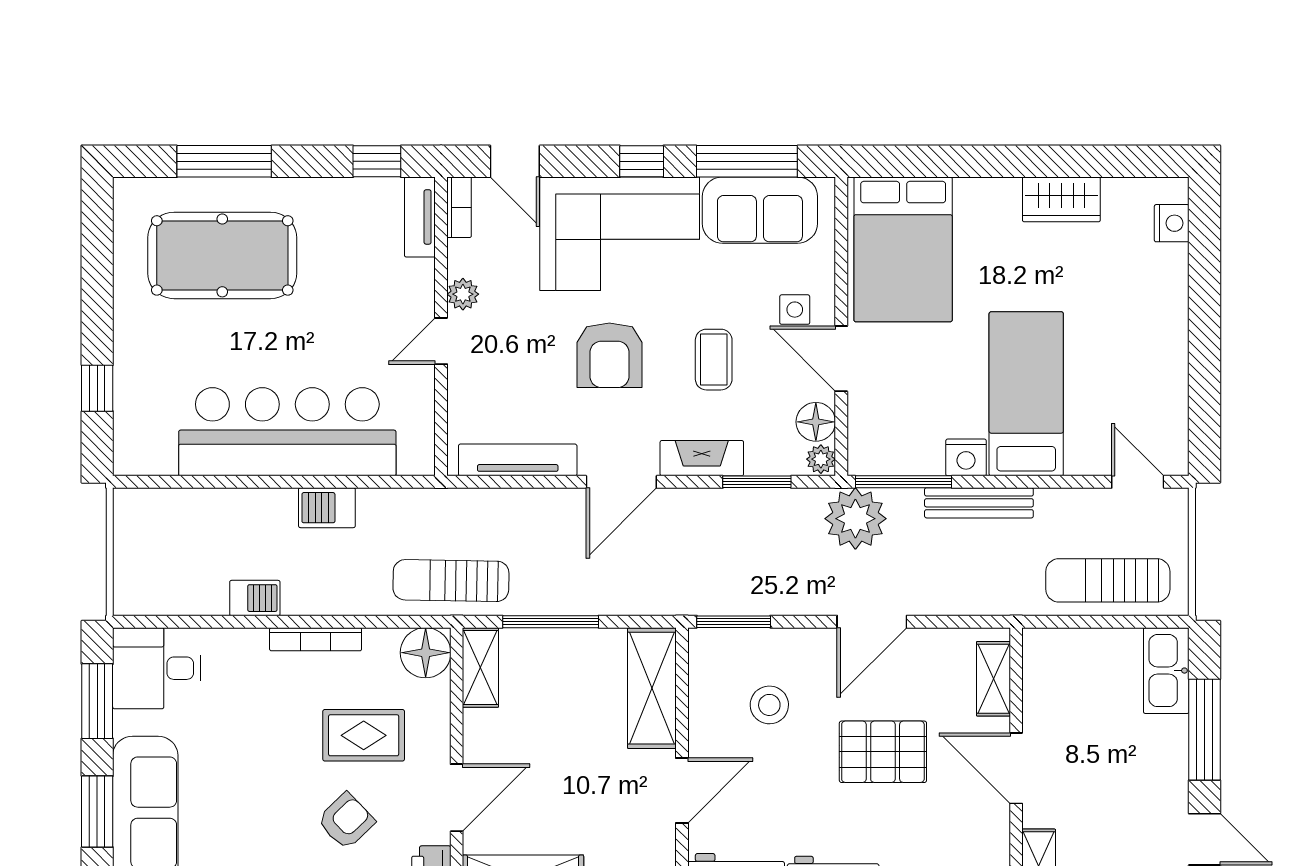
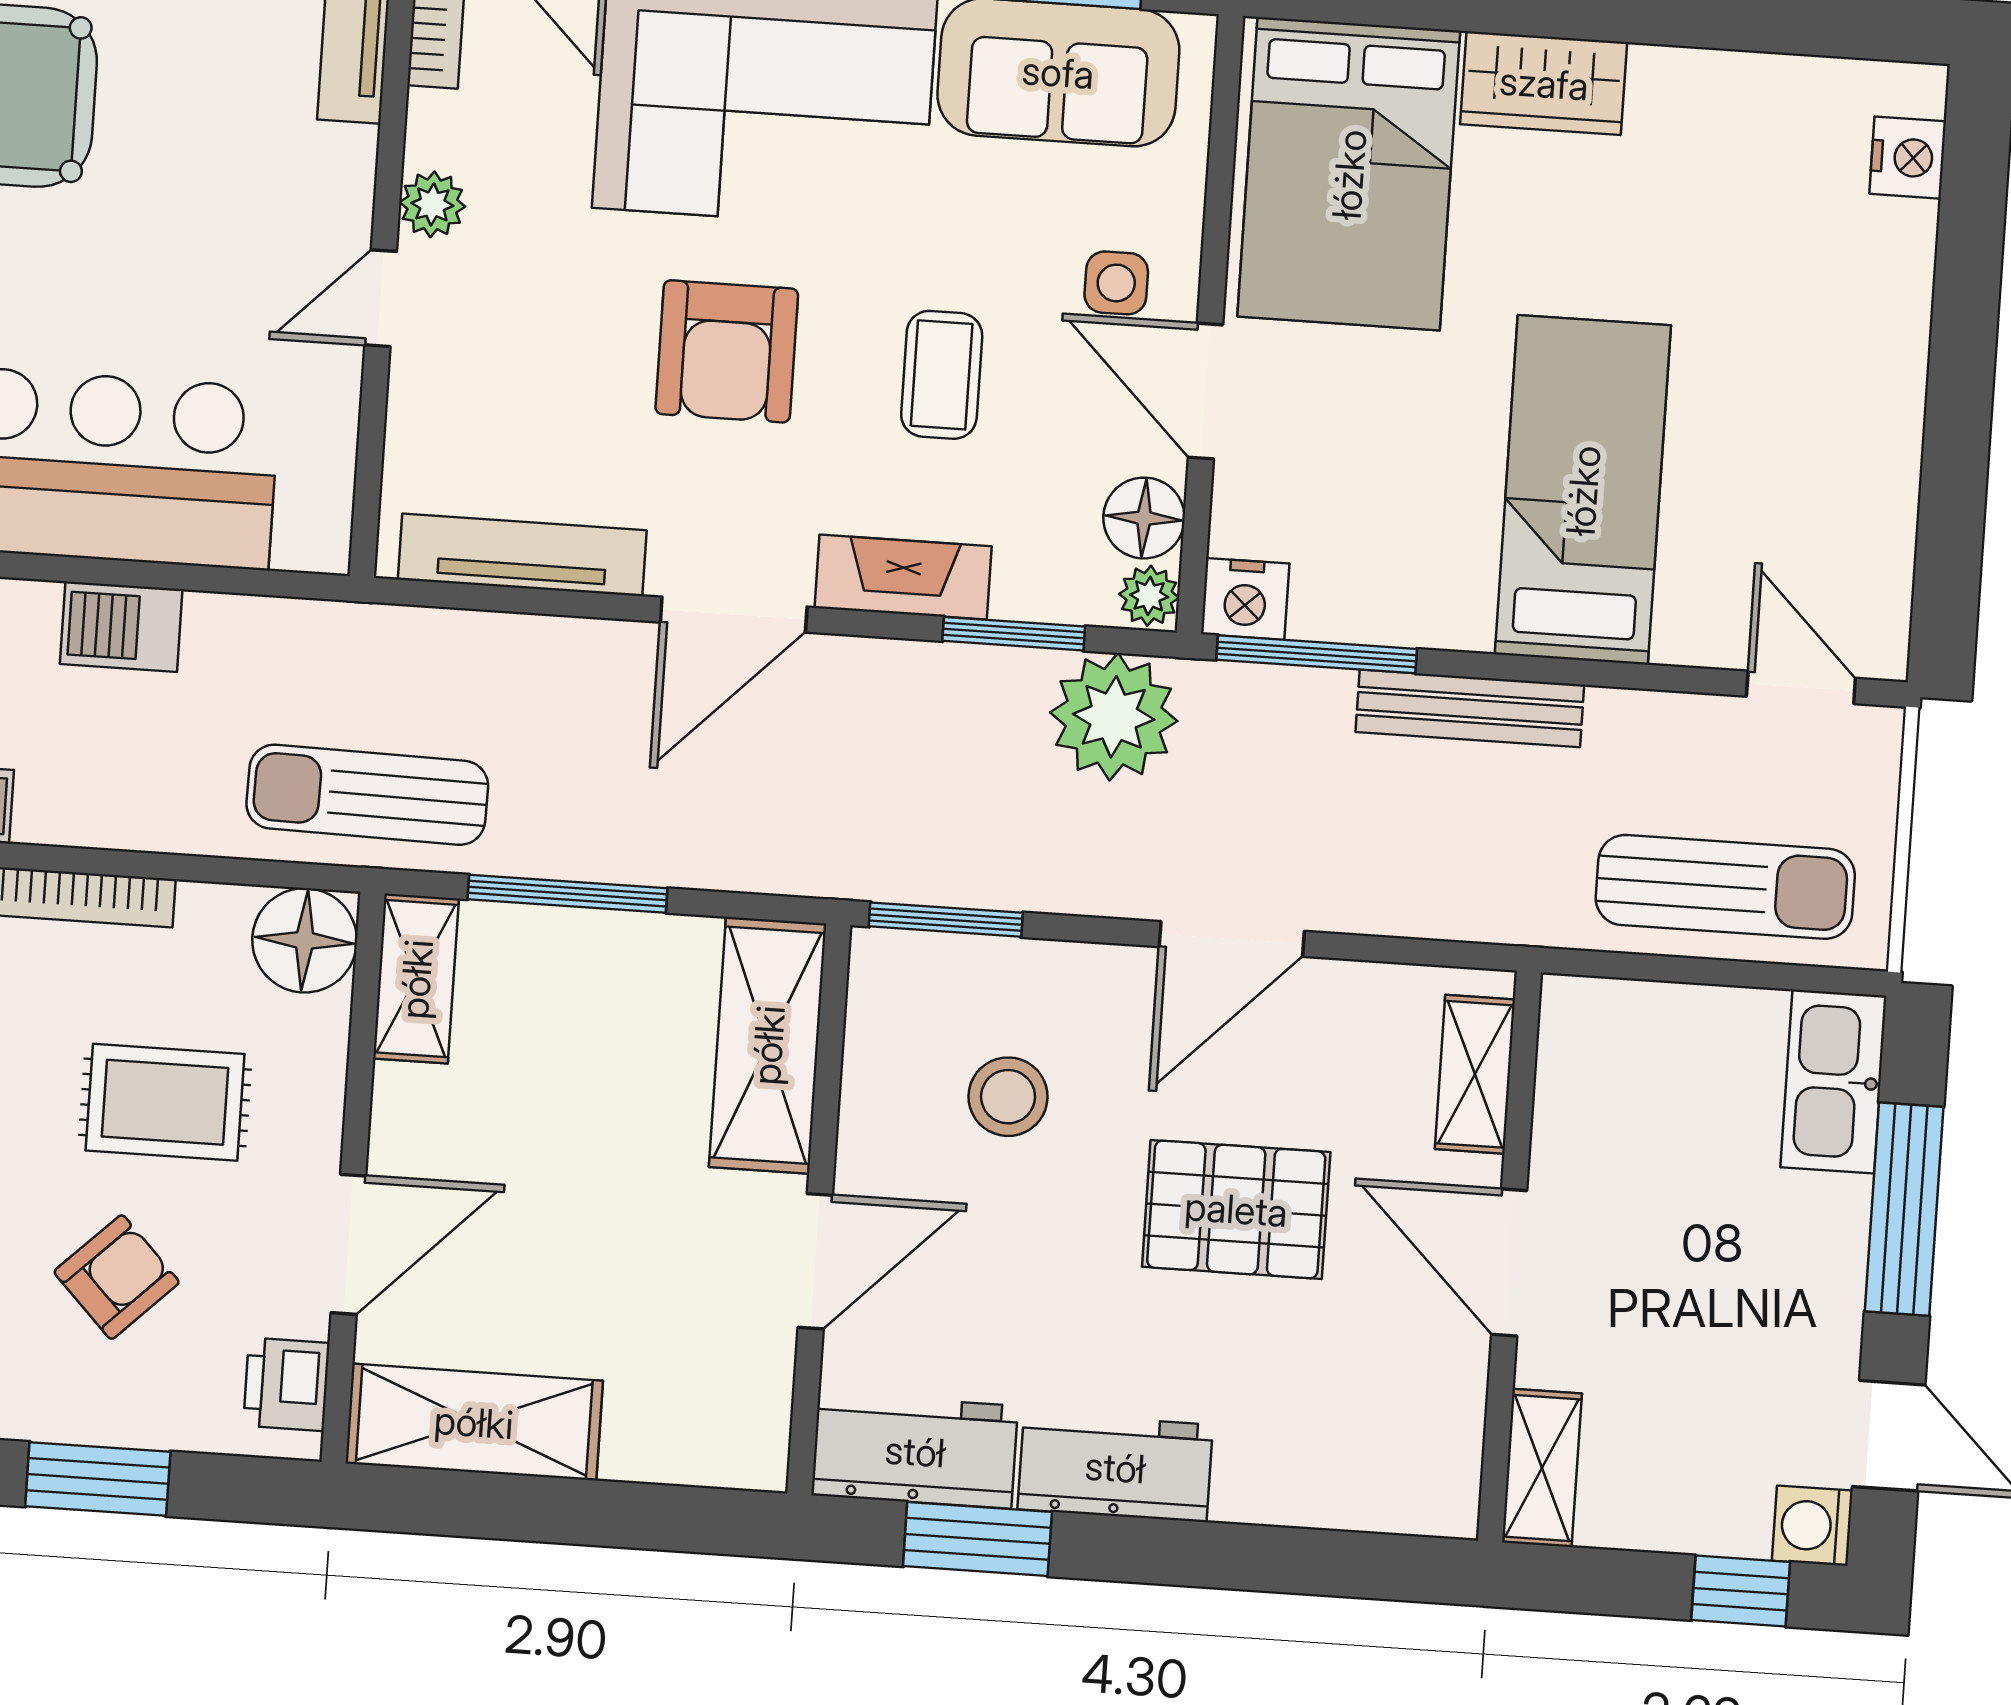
wardrobe: (1061, 199) -> (1544, 83), moved
nightstand: (966, 457) -> (1245, 599), moved
plant: (855, 519) -> (1114, 717), moved
sun lounger: (1108, 580) -> (1725, 887), turned 180

